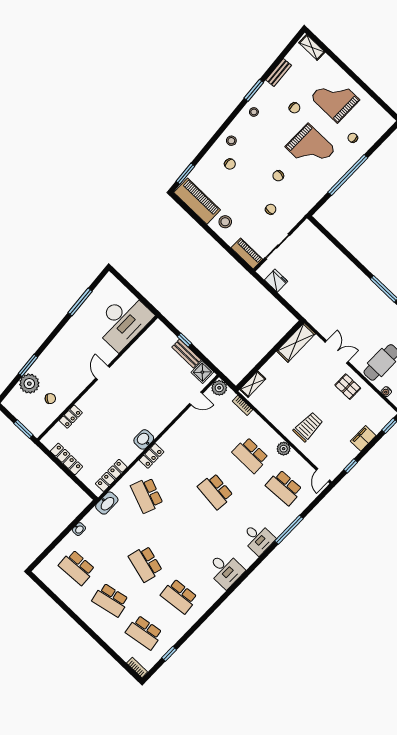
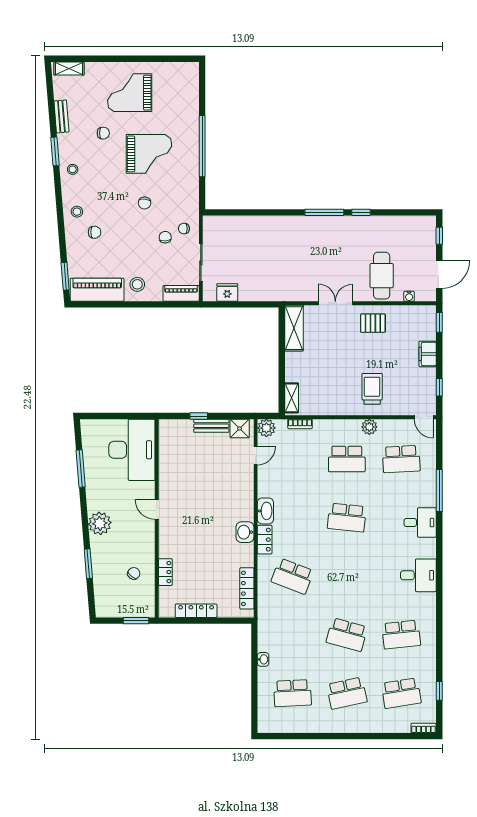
chair: (353, 138) -> (184, 229), moved
plant: (29, 384) -> (100, 523), moved
washbasin: (107, 503) -> (265, 511), moved

